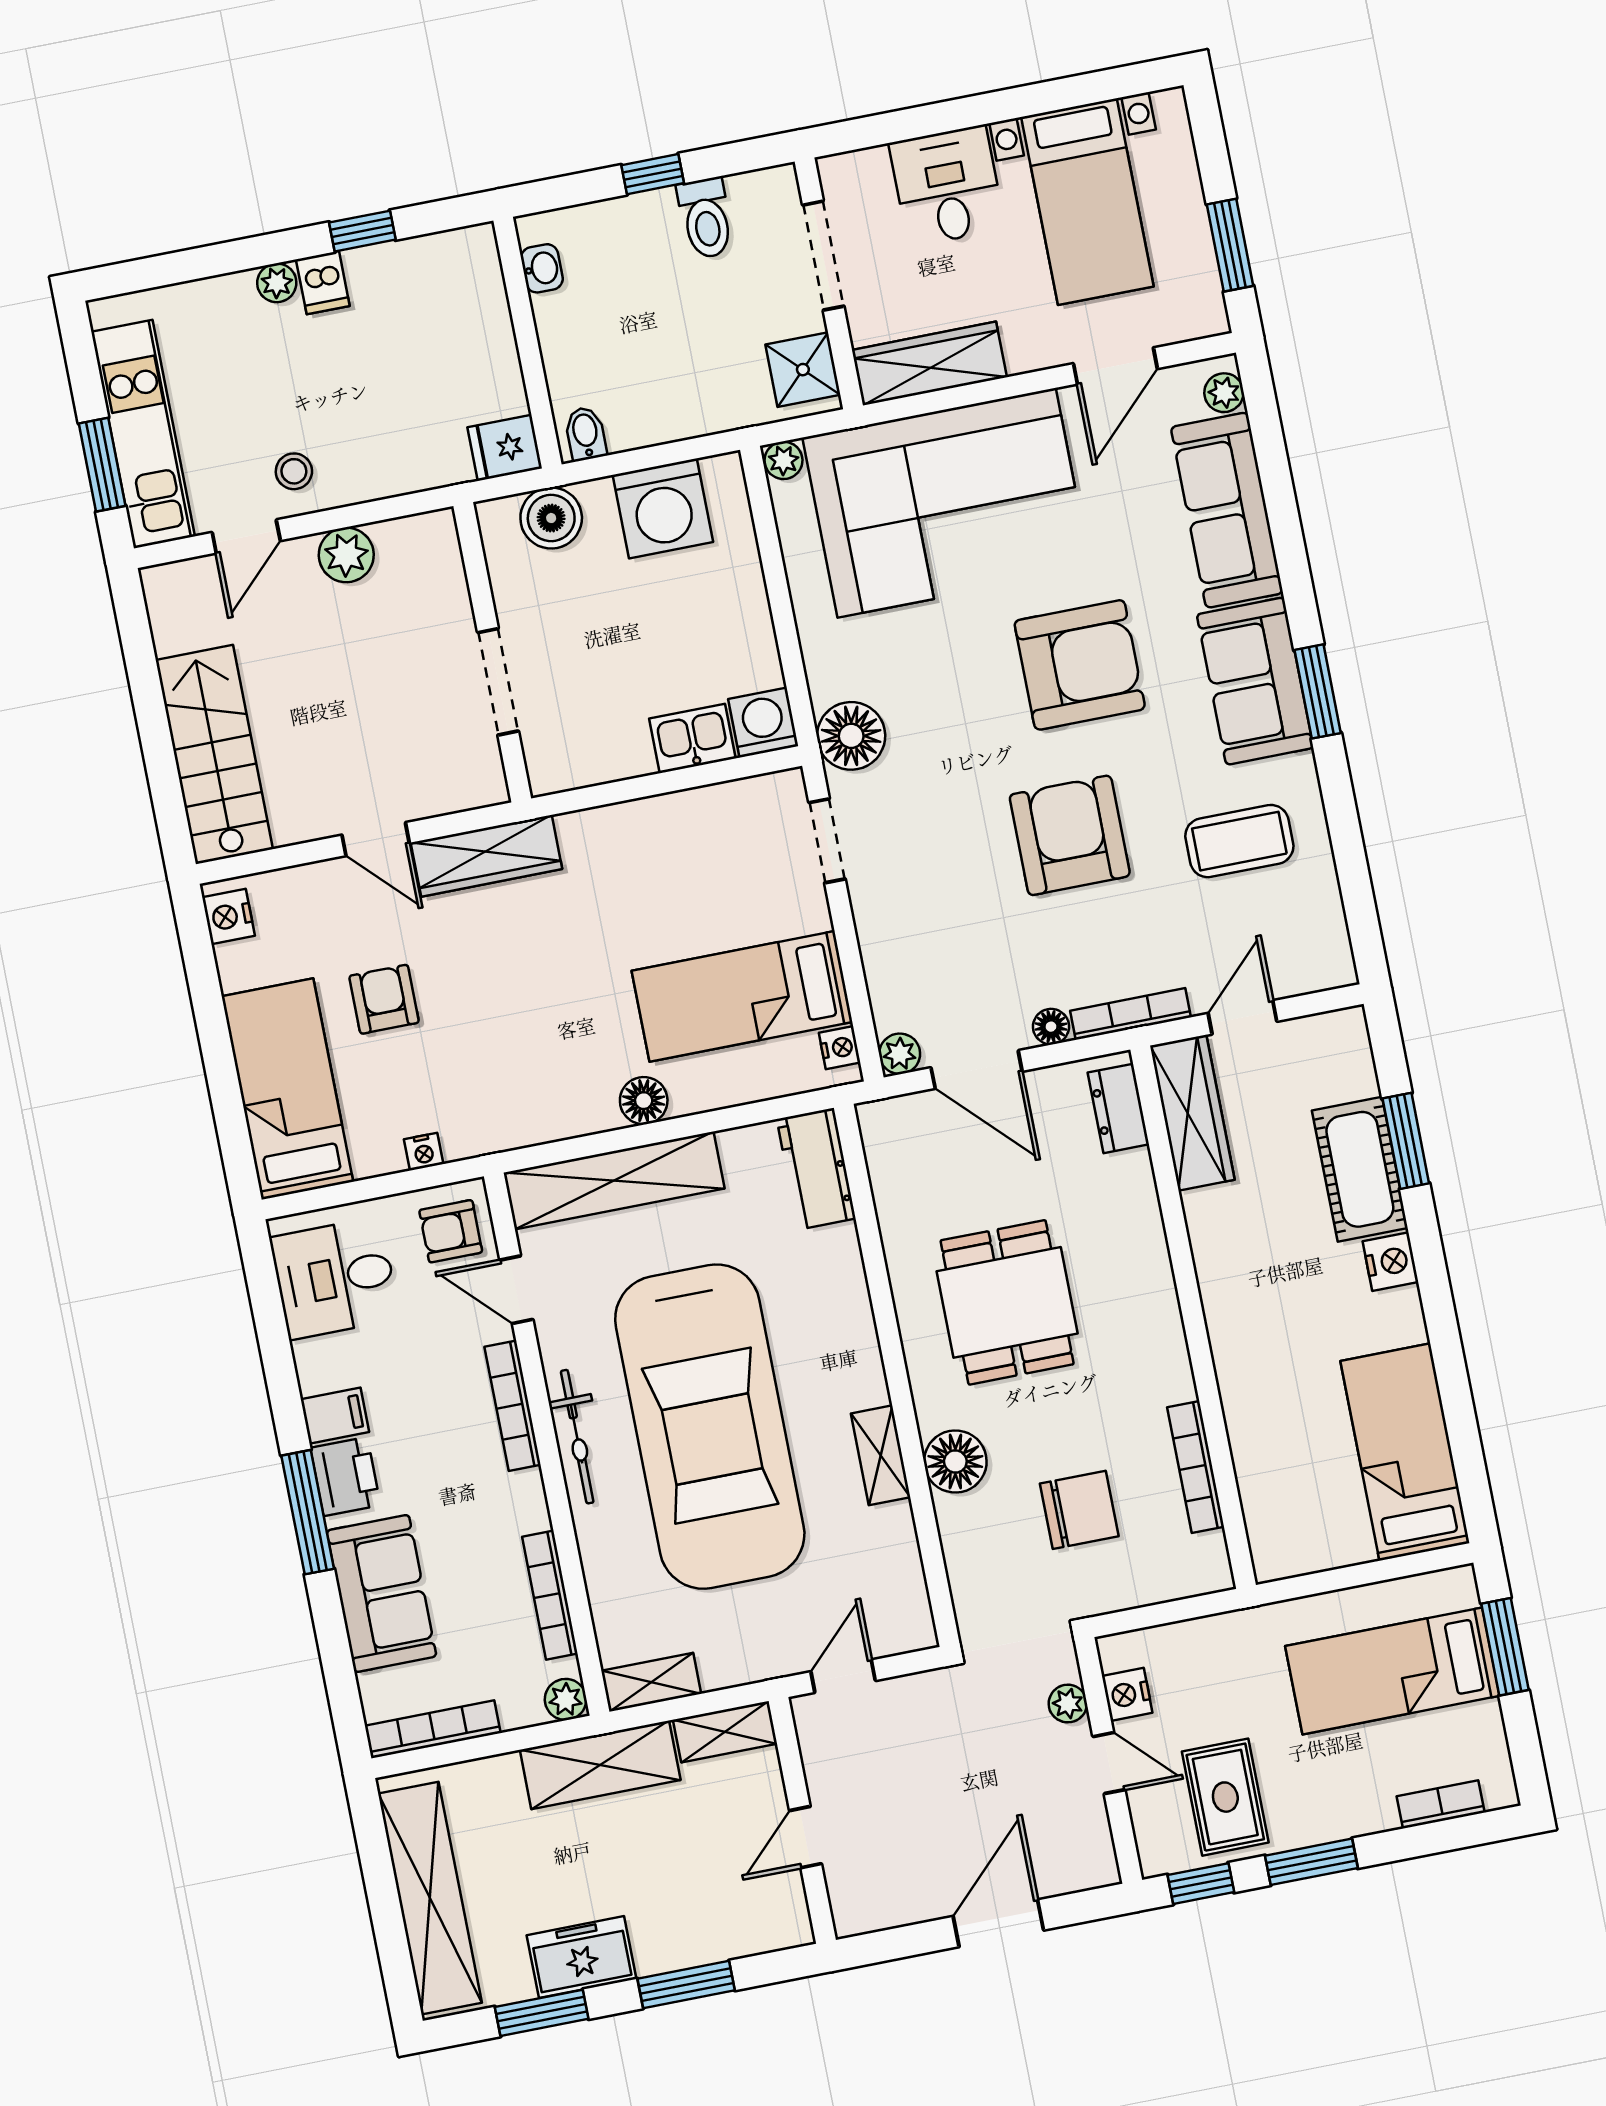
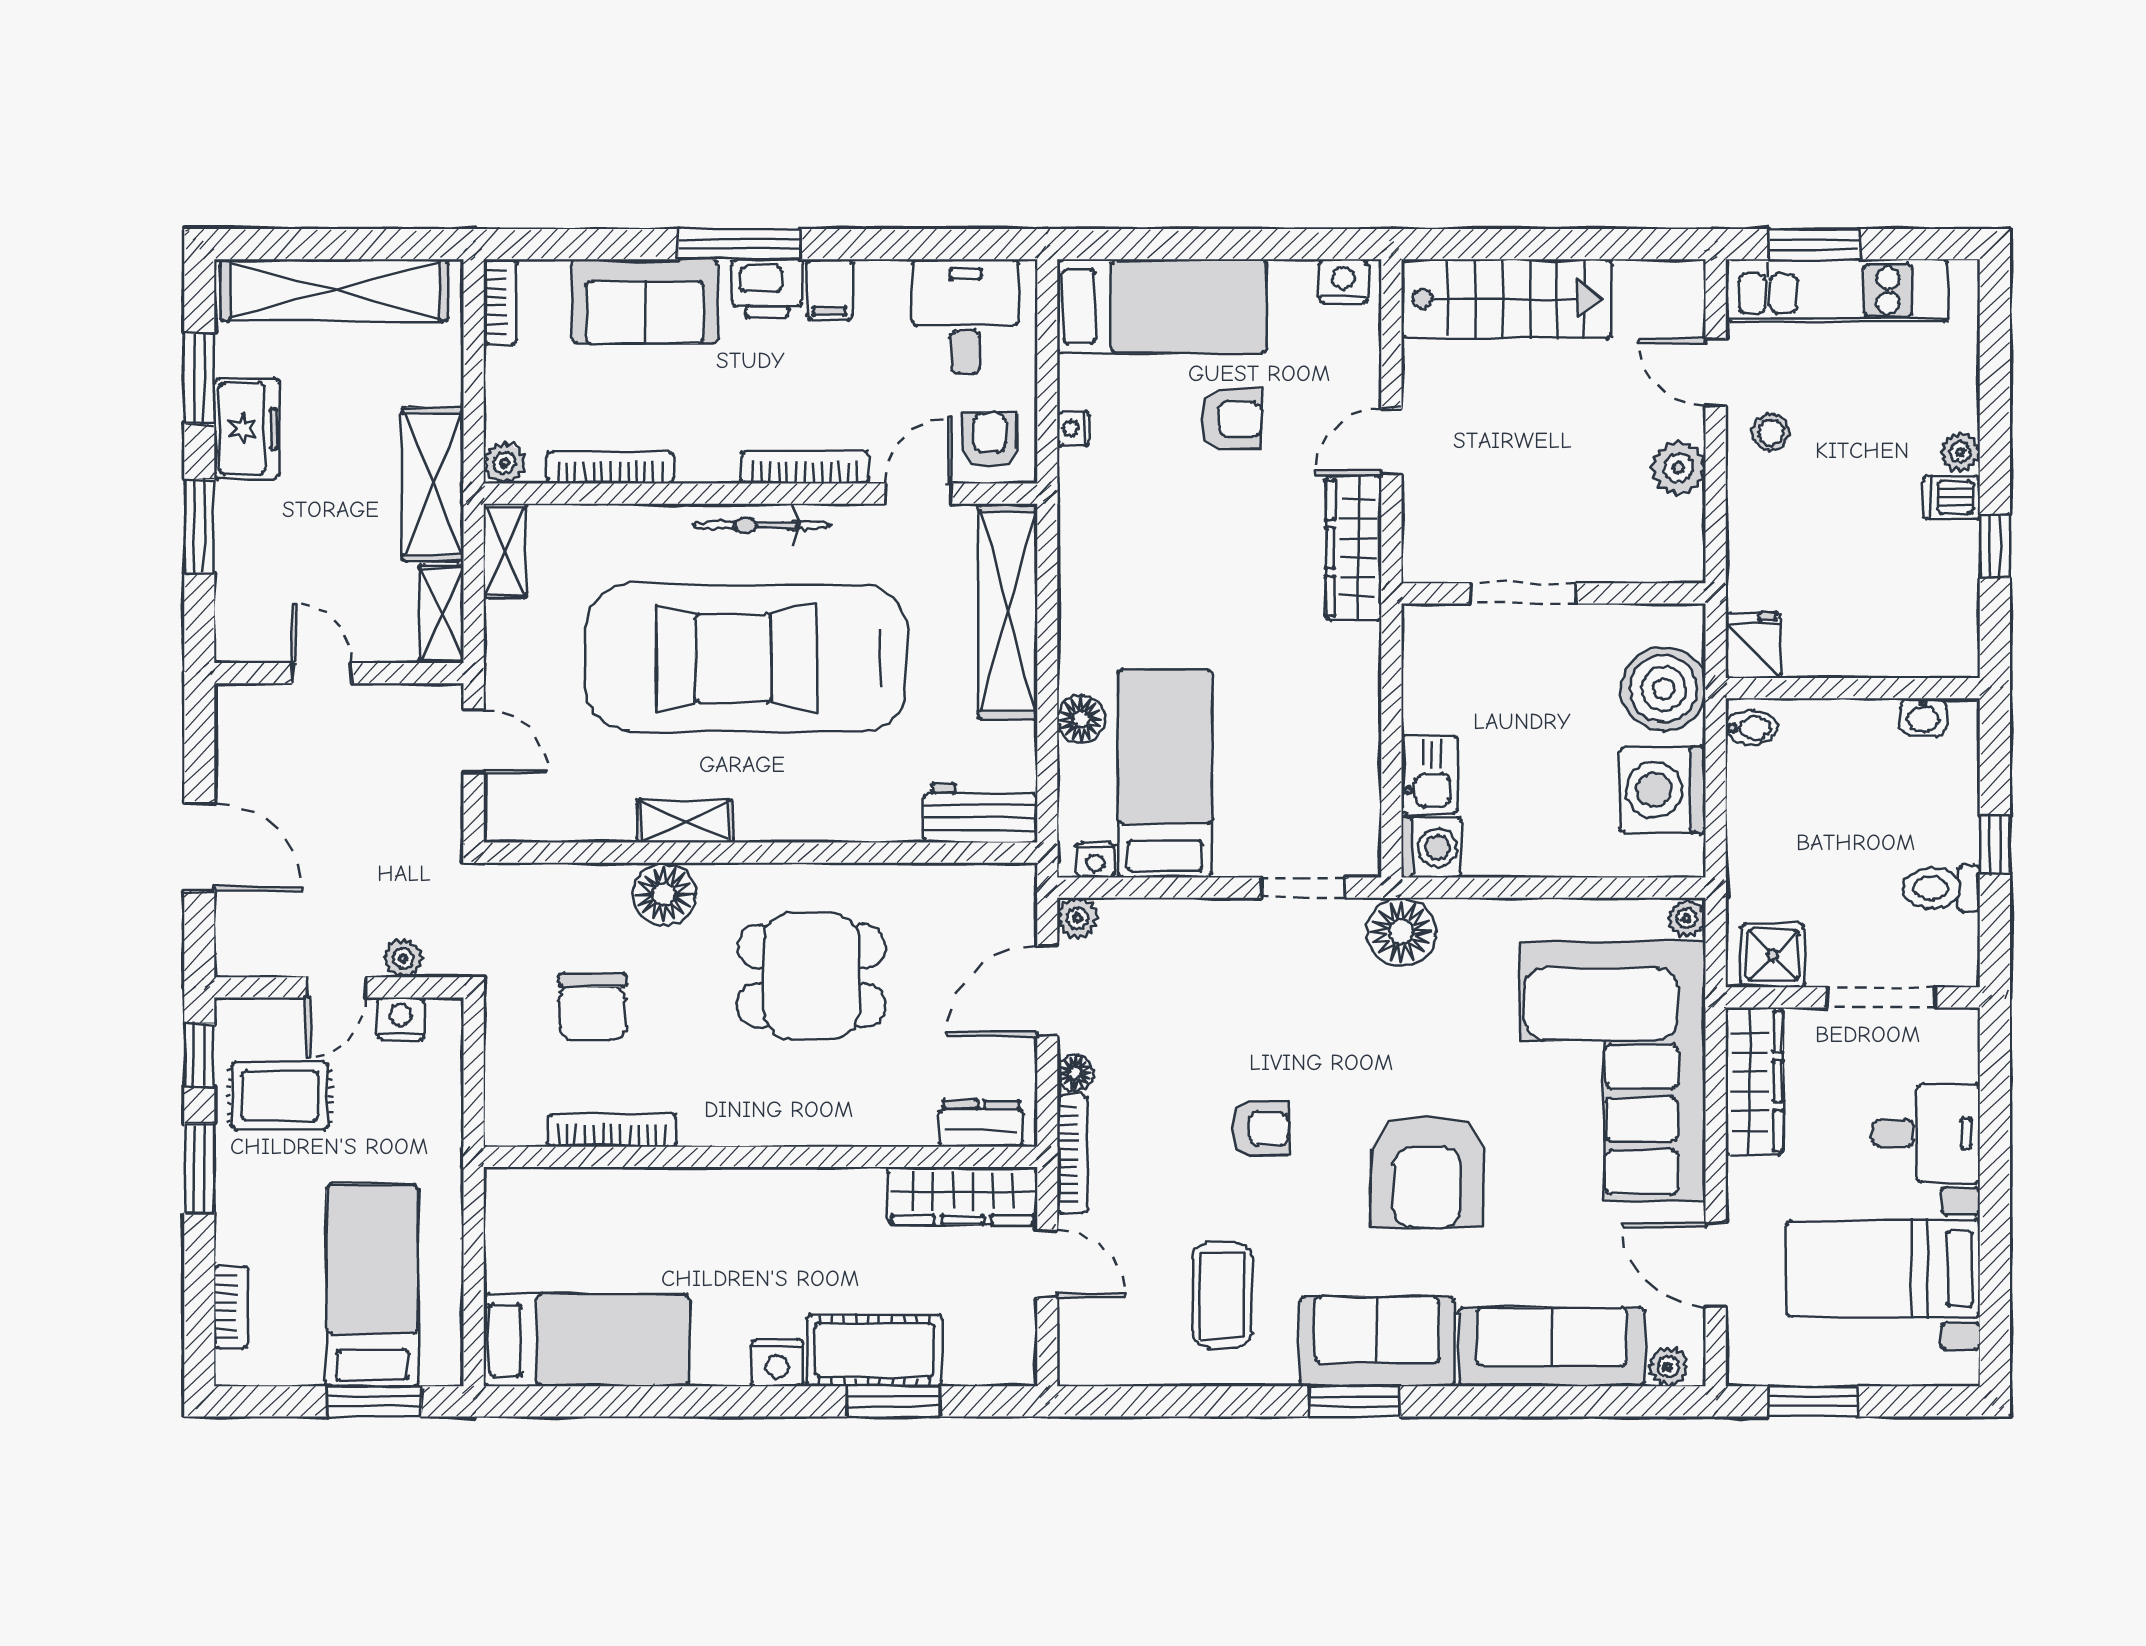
boiler: (551, 518) -> (1663, 689), width x1.37, depth x1.37
armchair: (1070, 835) -> (1261, 1128), width x0.53, depth x0.53
floor lamp: (644, 1101) -> (1081, 719), moved
bookcase: (433, 1729) -> (501, 302), width x0.64

